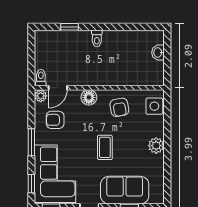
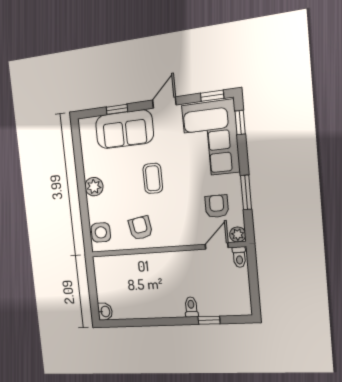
toilet: (97, 38) -> (191, 307), moved
washbasin: (158, 53) -> (105, 311), moved
floor lamp: (89, 97) -> (178, 237), removed
armchair: (55, 120) -> (217, 206), turned -90
window: (31, 142) -> (246, 192), moved

